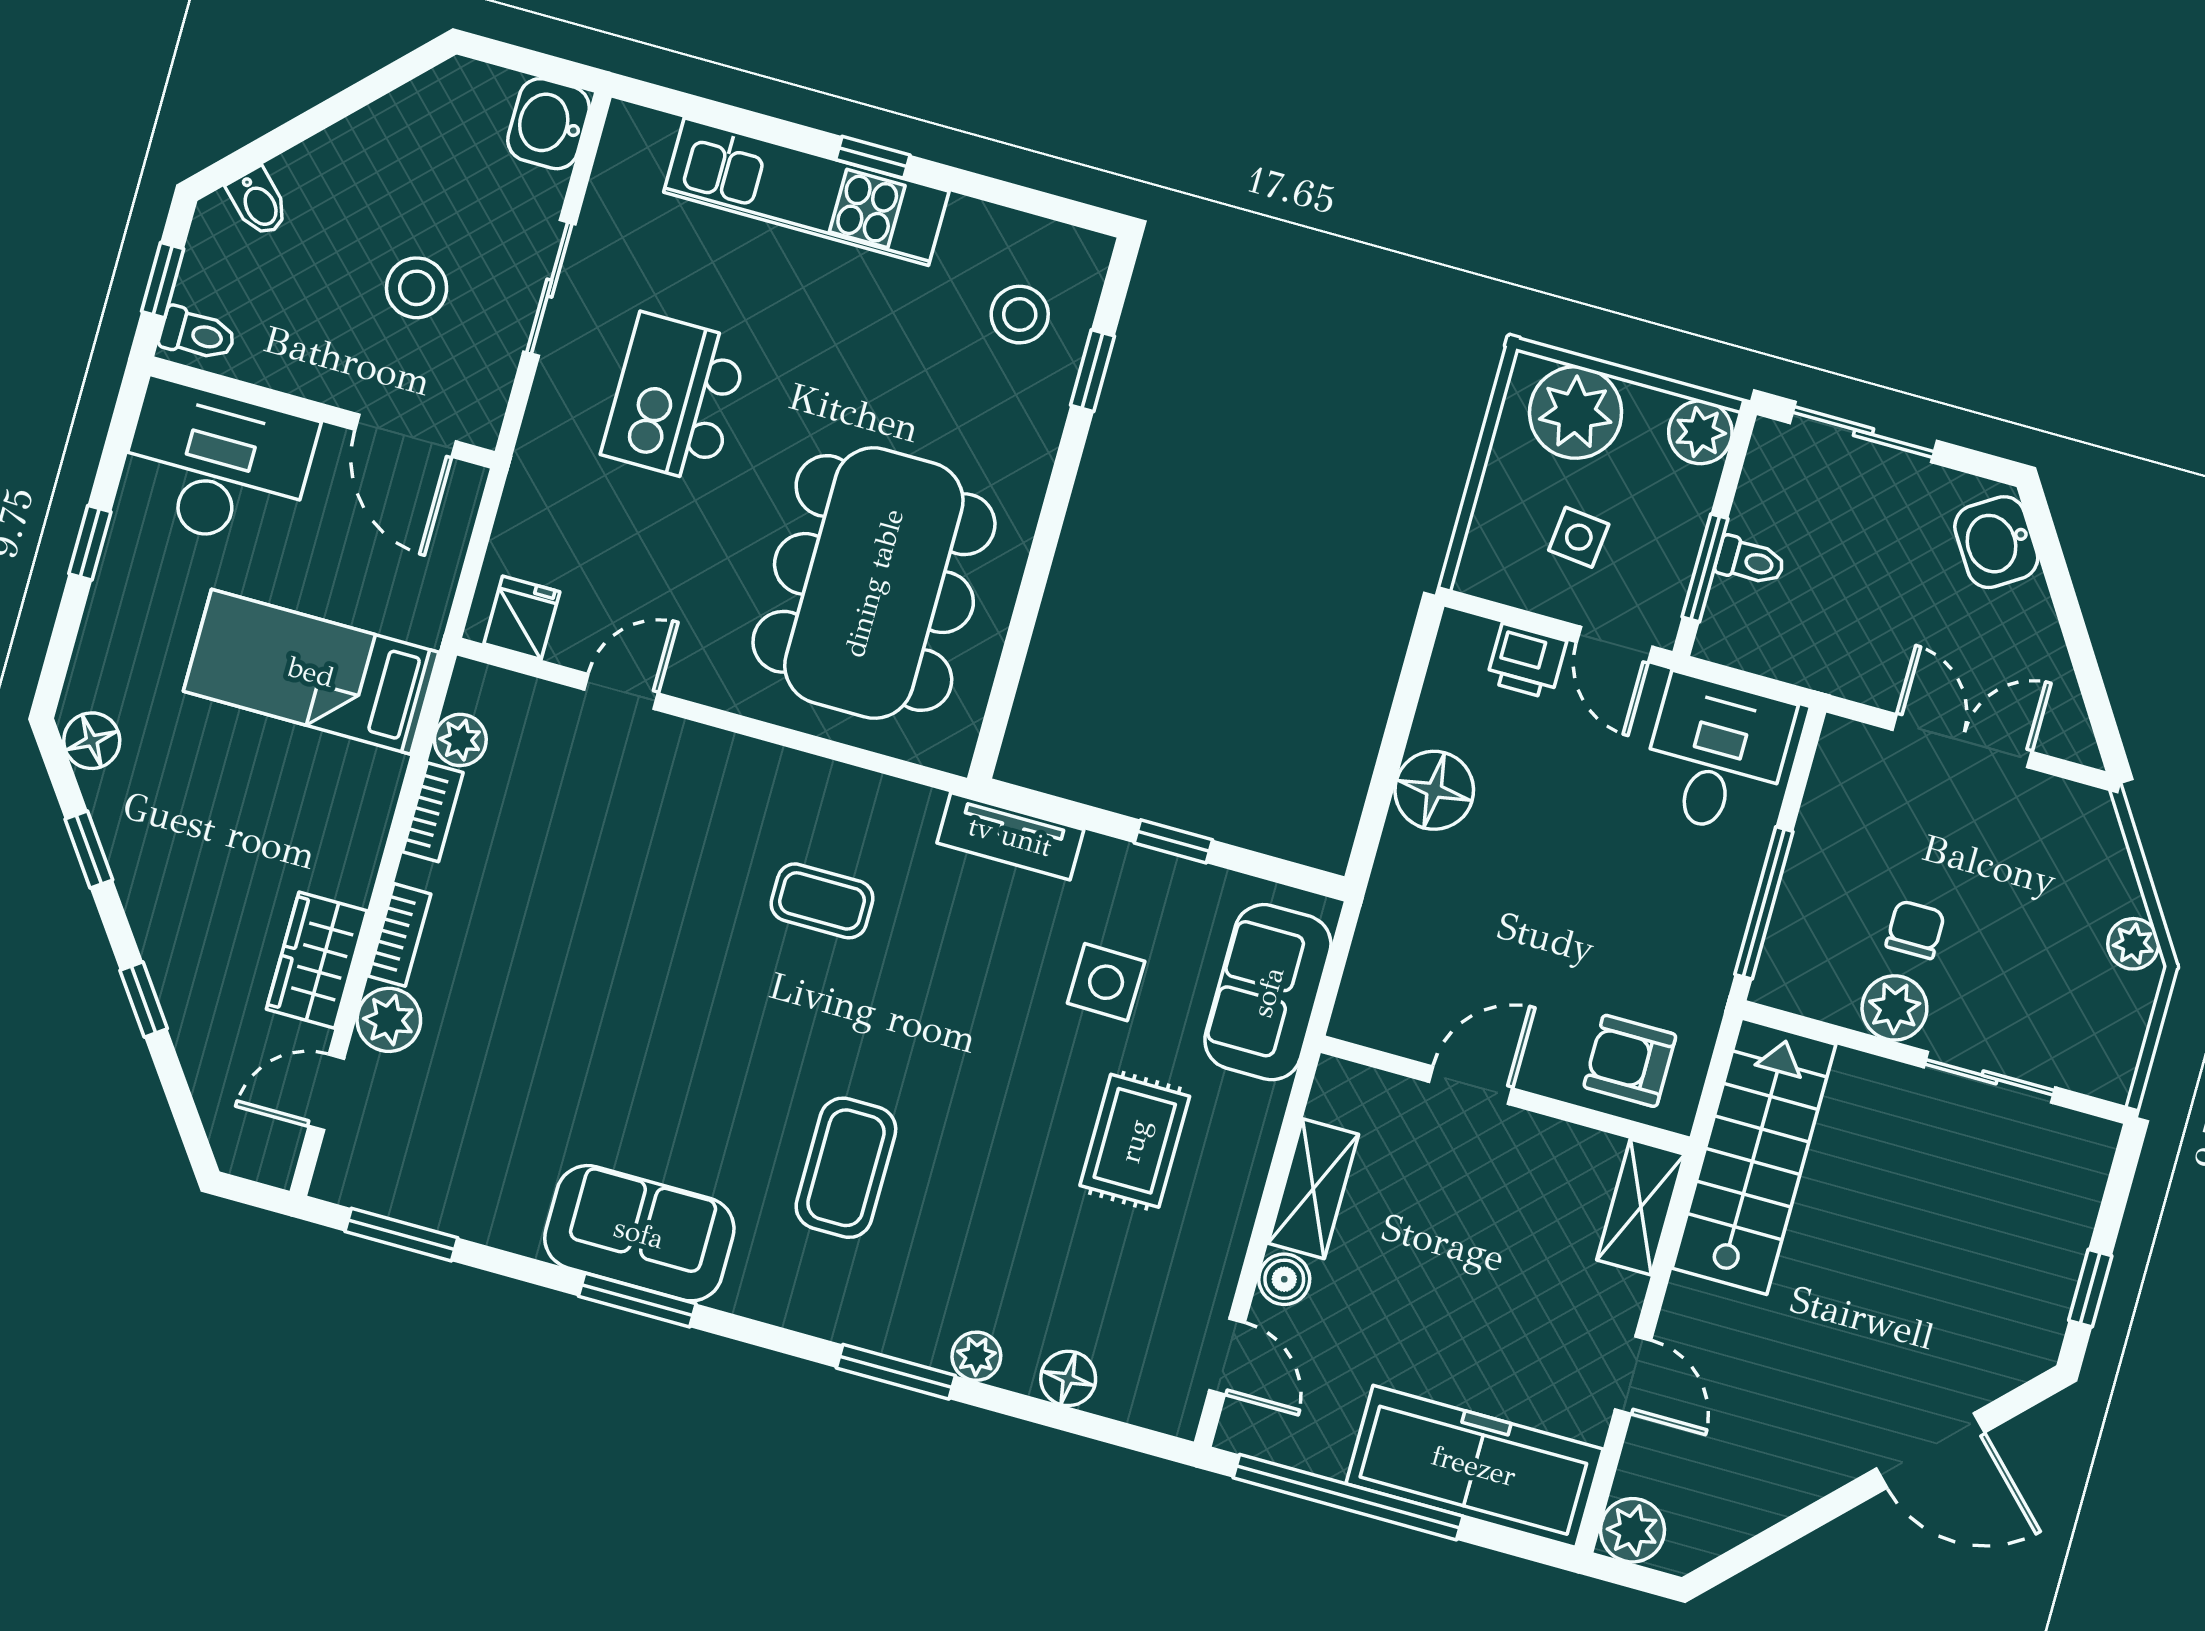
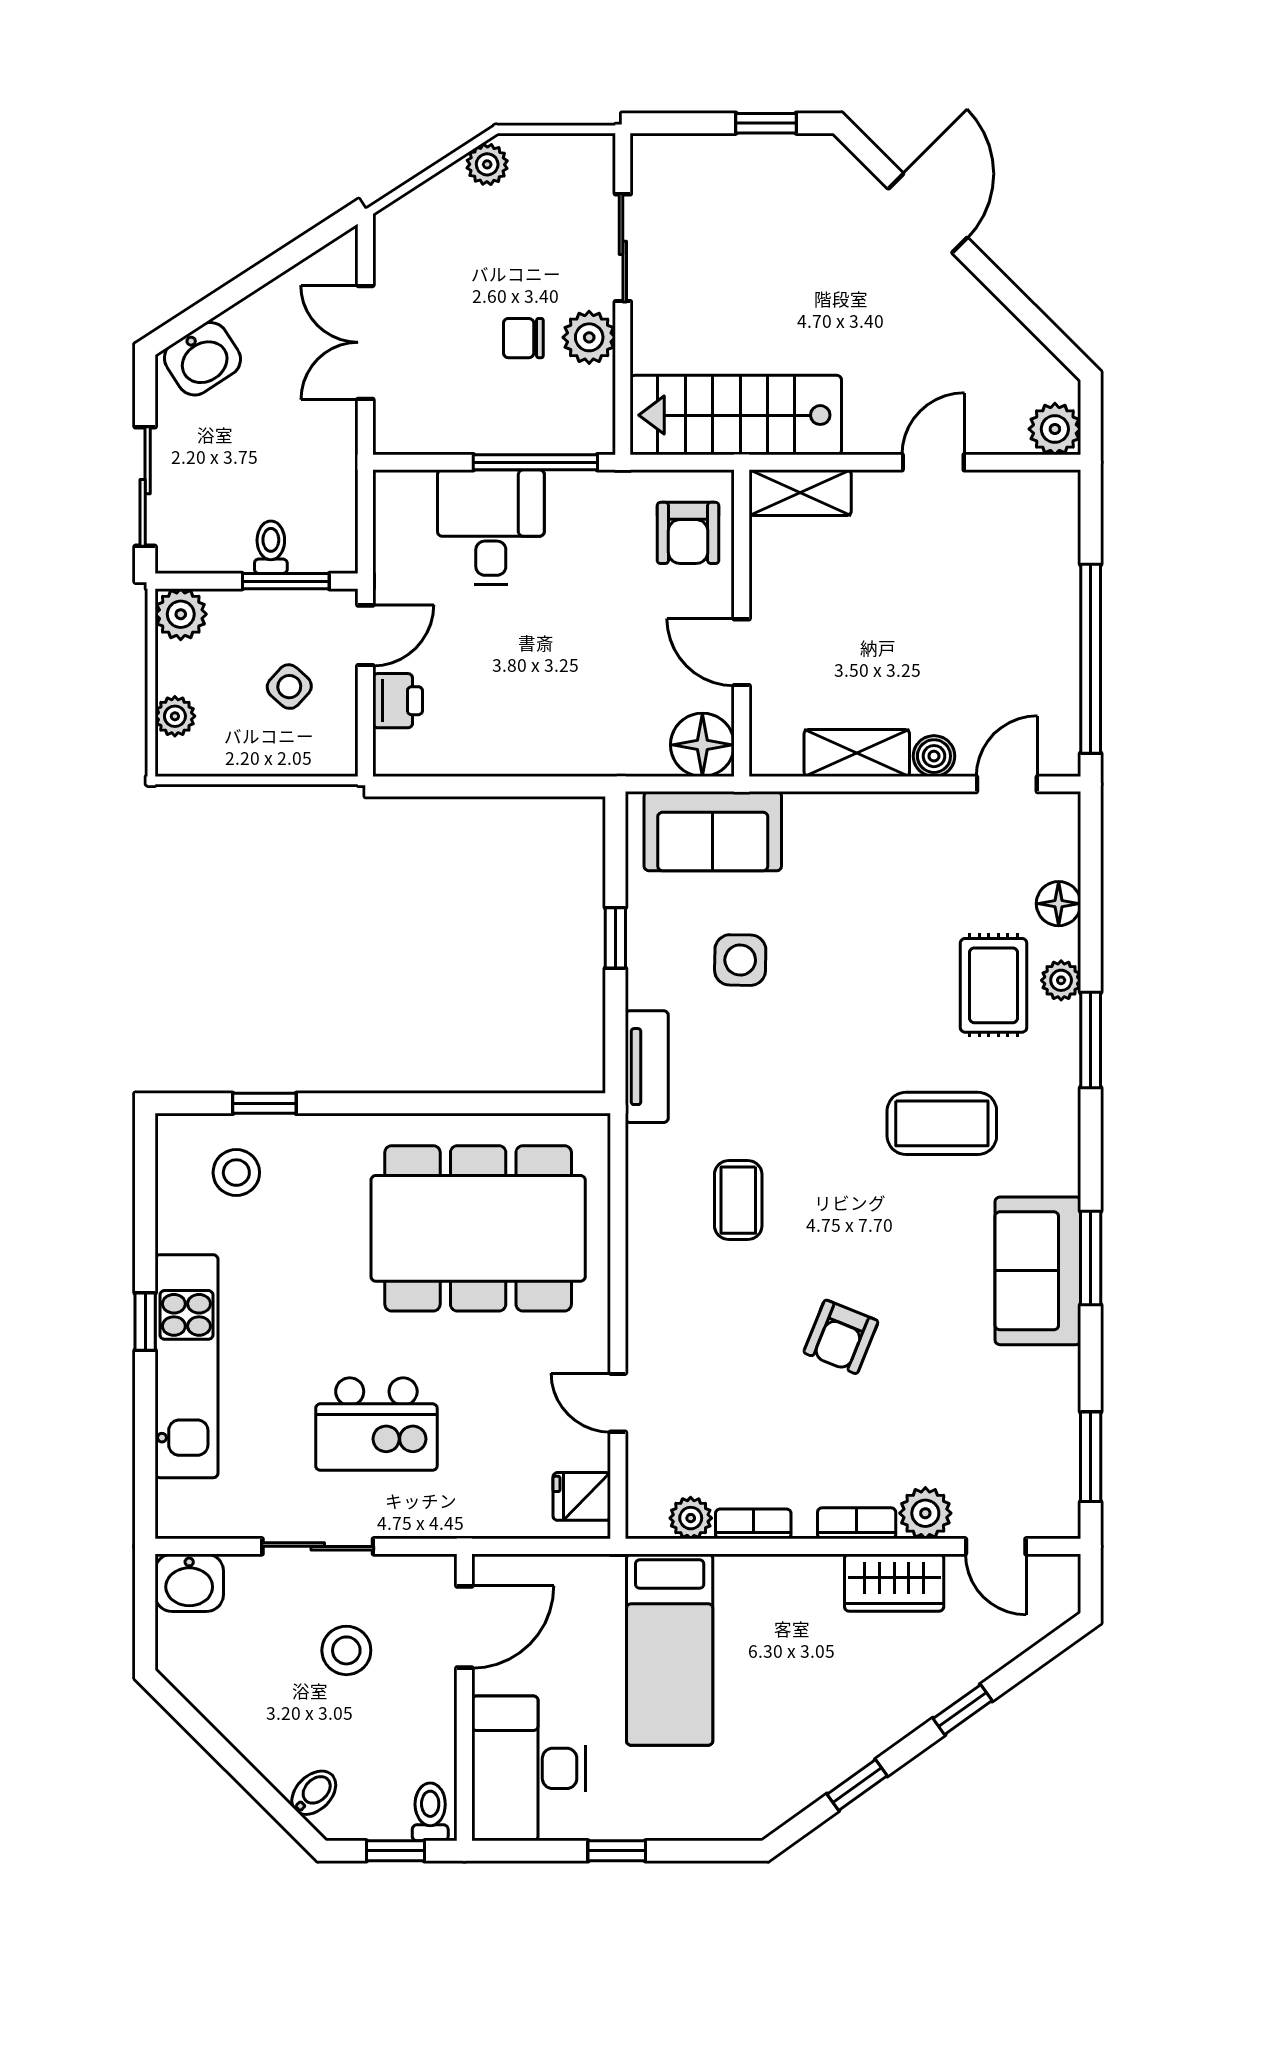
plant: (1576, 412) -> (175, 716), width x0.53, depth x0.53
side table: (1579, 537) -> (289, 687), turned 36
floor lamp: (92, 741) -> (771, 1806), removed
desk: (1716, 756) -> (491, 527), moved, turned 90
floor lamp: (1434, 790) -> (702, 745), moved
armchair: (626, 978) -> (841, 1337), added
rug: (1135, 1141) -> (994, 985), moved, turned 90
freezer: (1474, 1466) -> (1039, 567), removed

